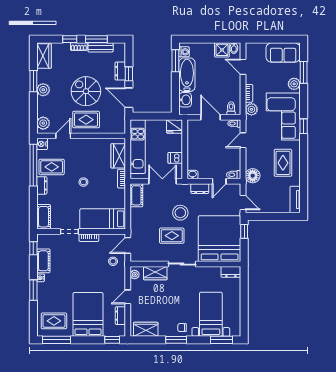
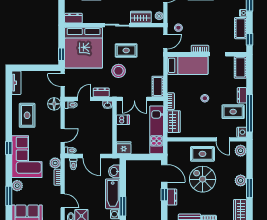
spiral stairs: (86, 91) -> (203, 179), turned 180
door: (63, 136) -> (223, 139), hinge flipped

